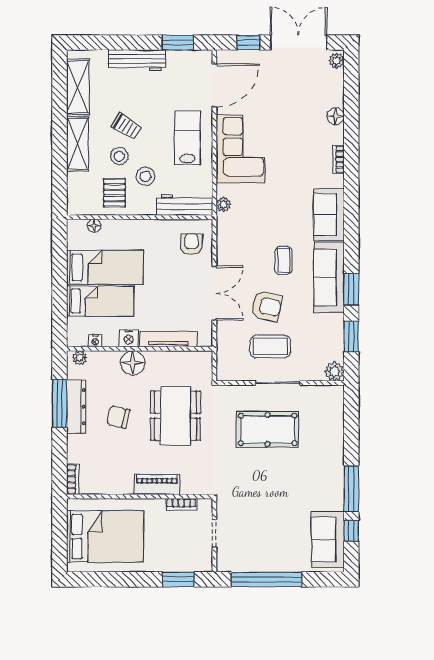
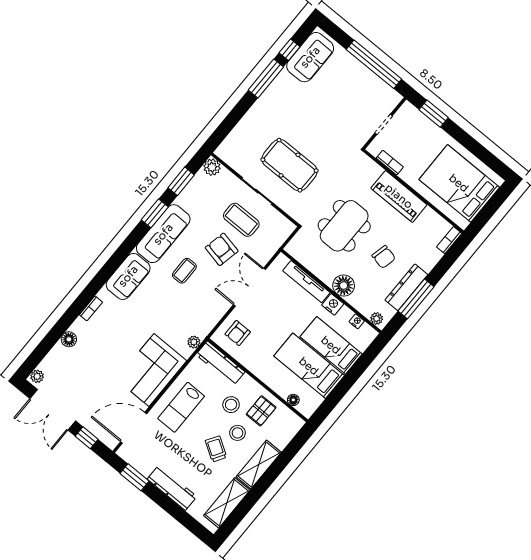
piano: (157, 485) -> (399, 196), width x1.37, depth x1.33

